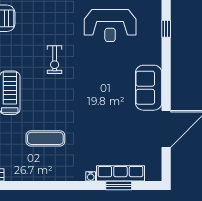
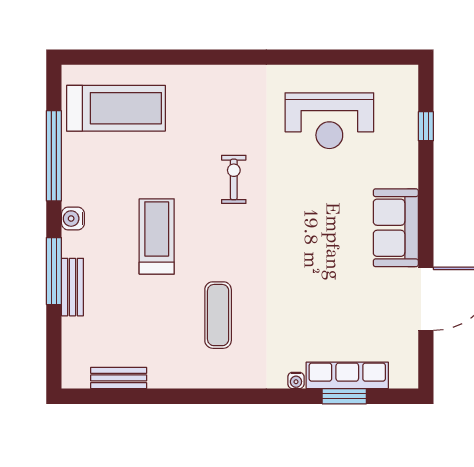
exercise bike: (55, 60) -> (234, 179), turned 180
exercise mat: (45, 138) -> (218, 315), turned 90

